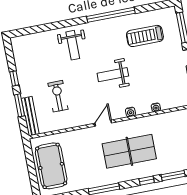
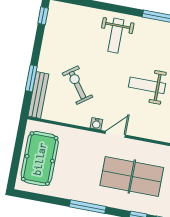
window: (14, 78) -> (43, 16), moved
exercise bike: (58, 96) -> (77, 85), turned -36
water cooler: (130, 112) -> (96, 124), moved

